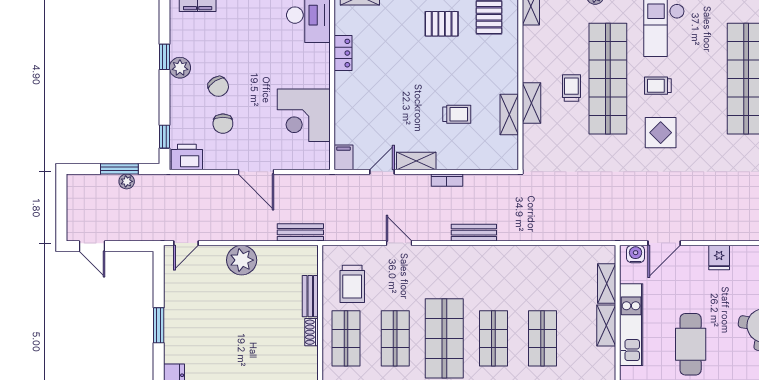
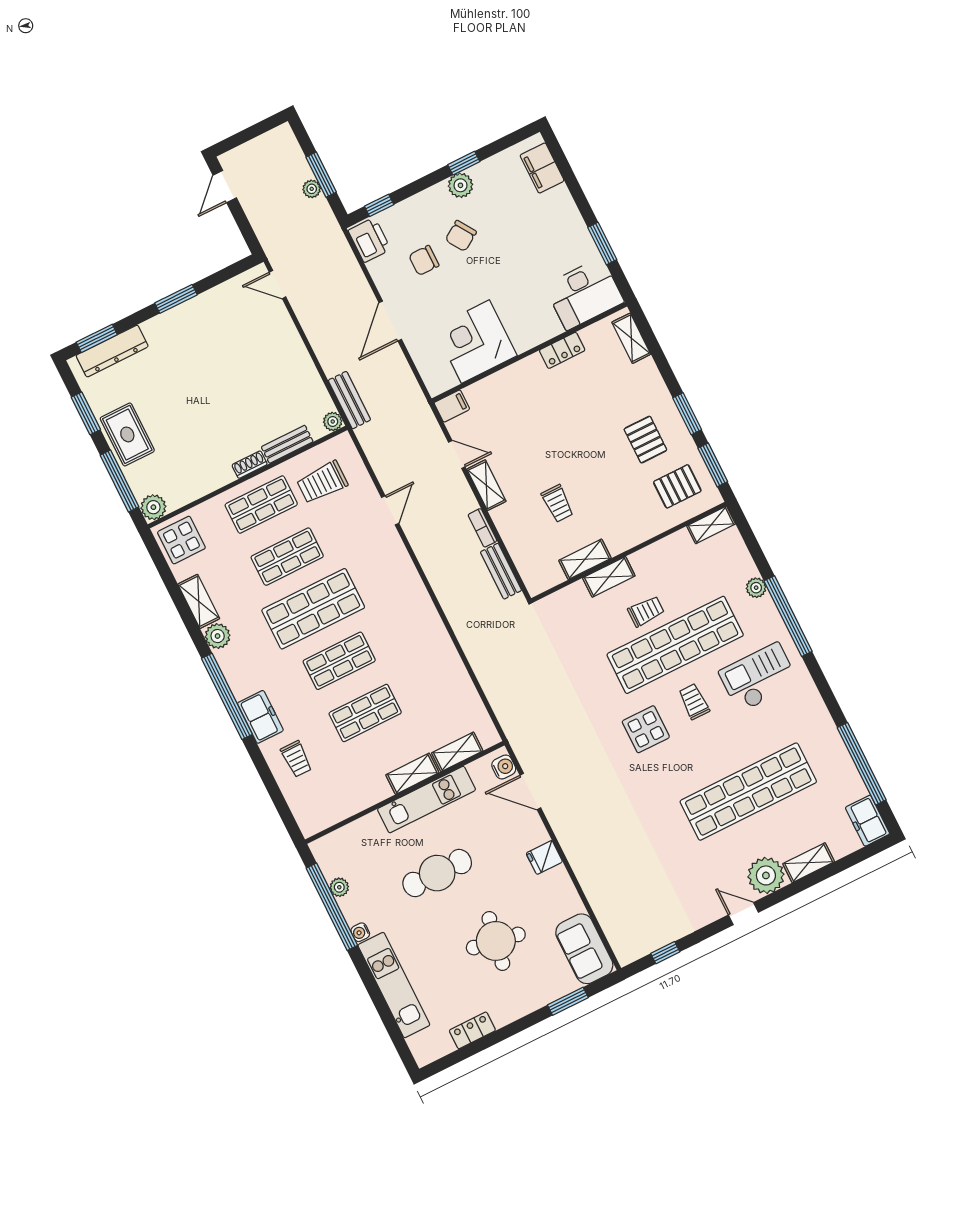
bench: (474, 233) -> (501, 571), moved
plant: (242, 260) -> (333, 421), moved, width x0.53, depth x0.53

